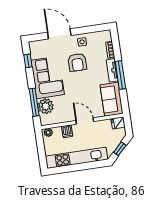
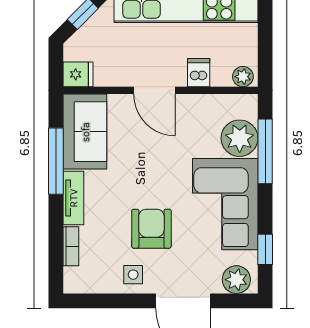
plant: (38, 46) -> (236, 280), added
window: (120, 75) -> (56, 161), moved

